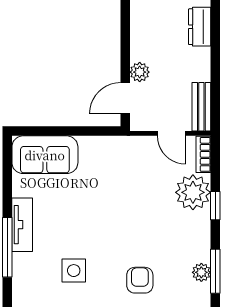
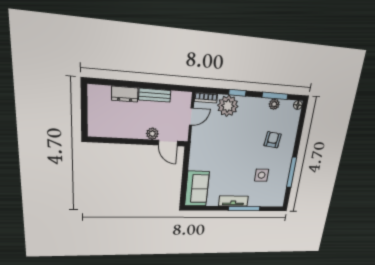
bench: (201, 107) -> (155, 95), moved
armchair: (140, 280) -> (273, 140), turned 97

